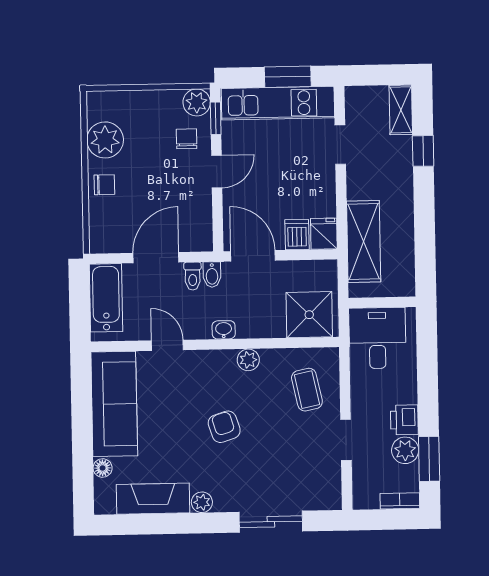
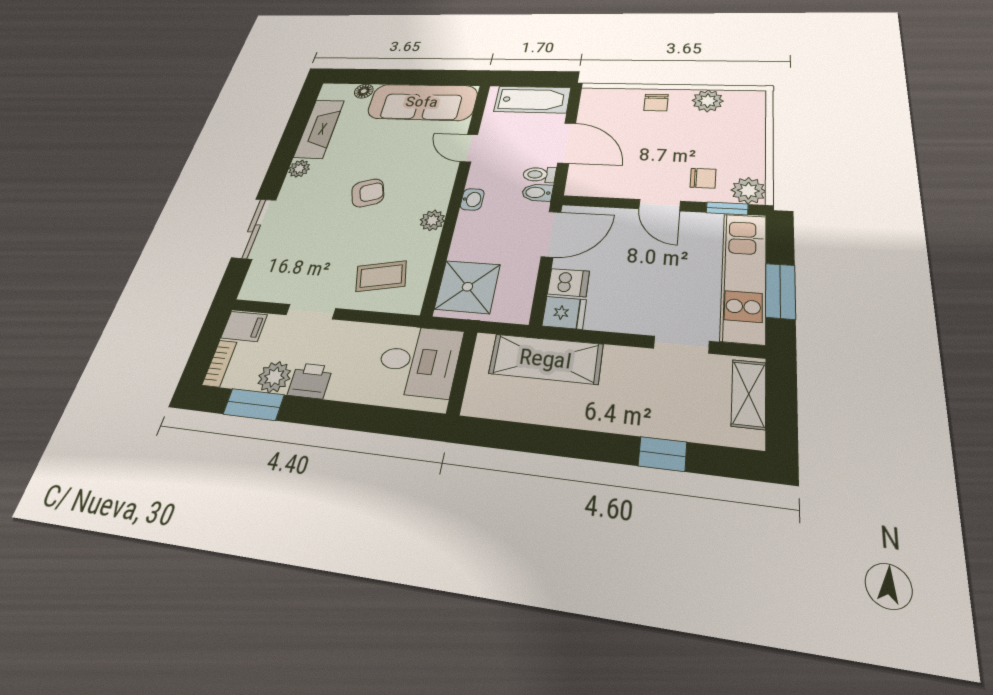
shelving: (401, 110) -> (749, 394), moved, turned 90
plant: (105, 140) -> (708, 101), width x0.73, depth x0.73
door: (167, 345) -> (469, 148), swing flipped
filing cabinet: (366, 493) -> (244, 326), added

